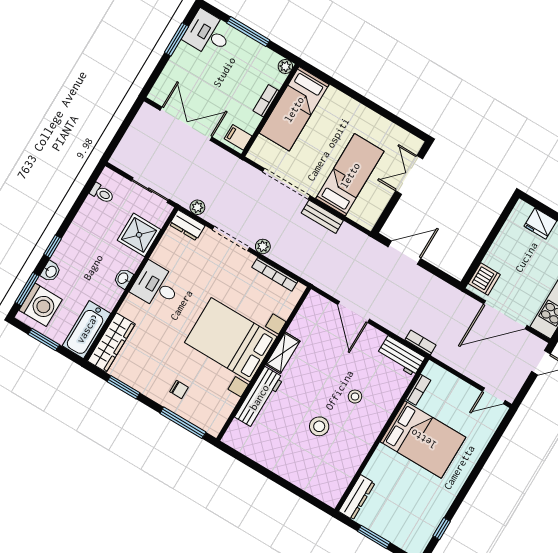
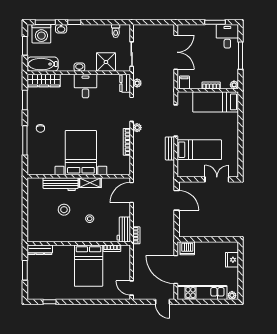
bed with nightstands: (231, 340) -> (81, 153), moved
shelving: (283, 353) -> (90, 183), moved
wall: (264, 364) -> (79, 176), moved
workbench: (259, 397) -> (61, 184), moved

